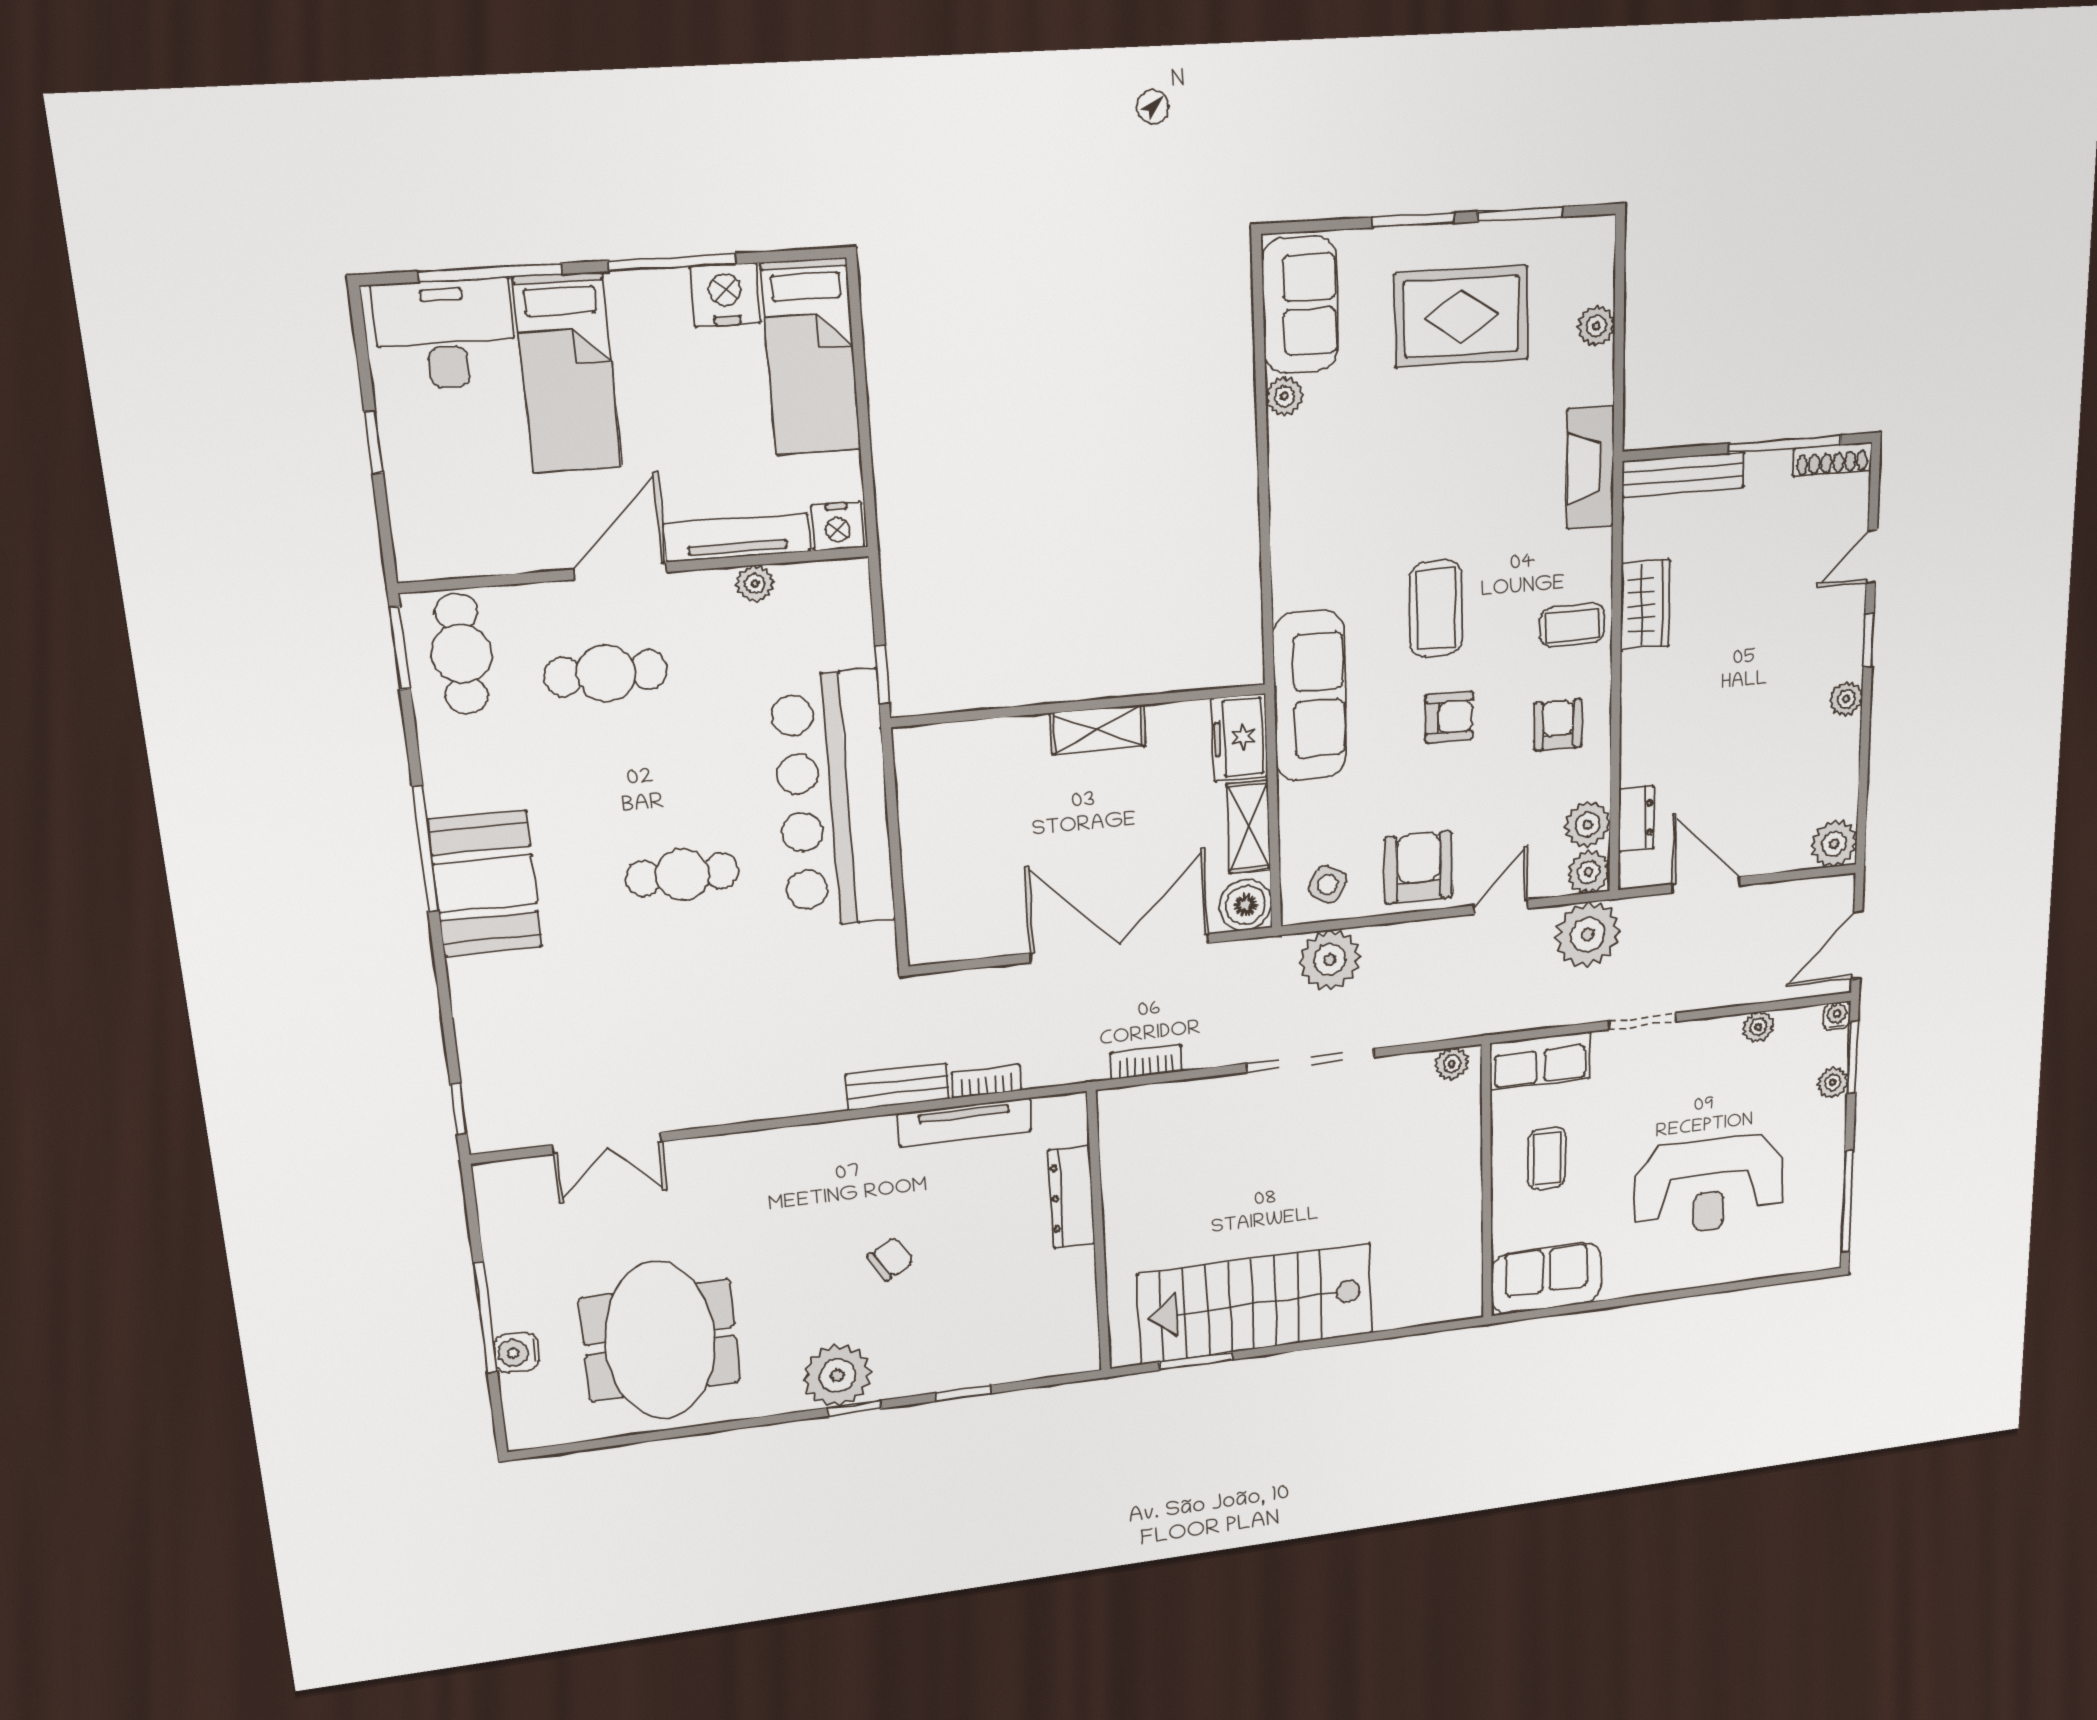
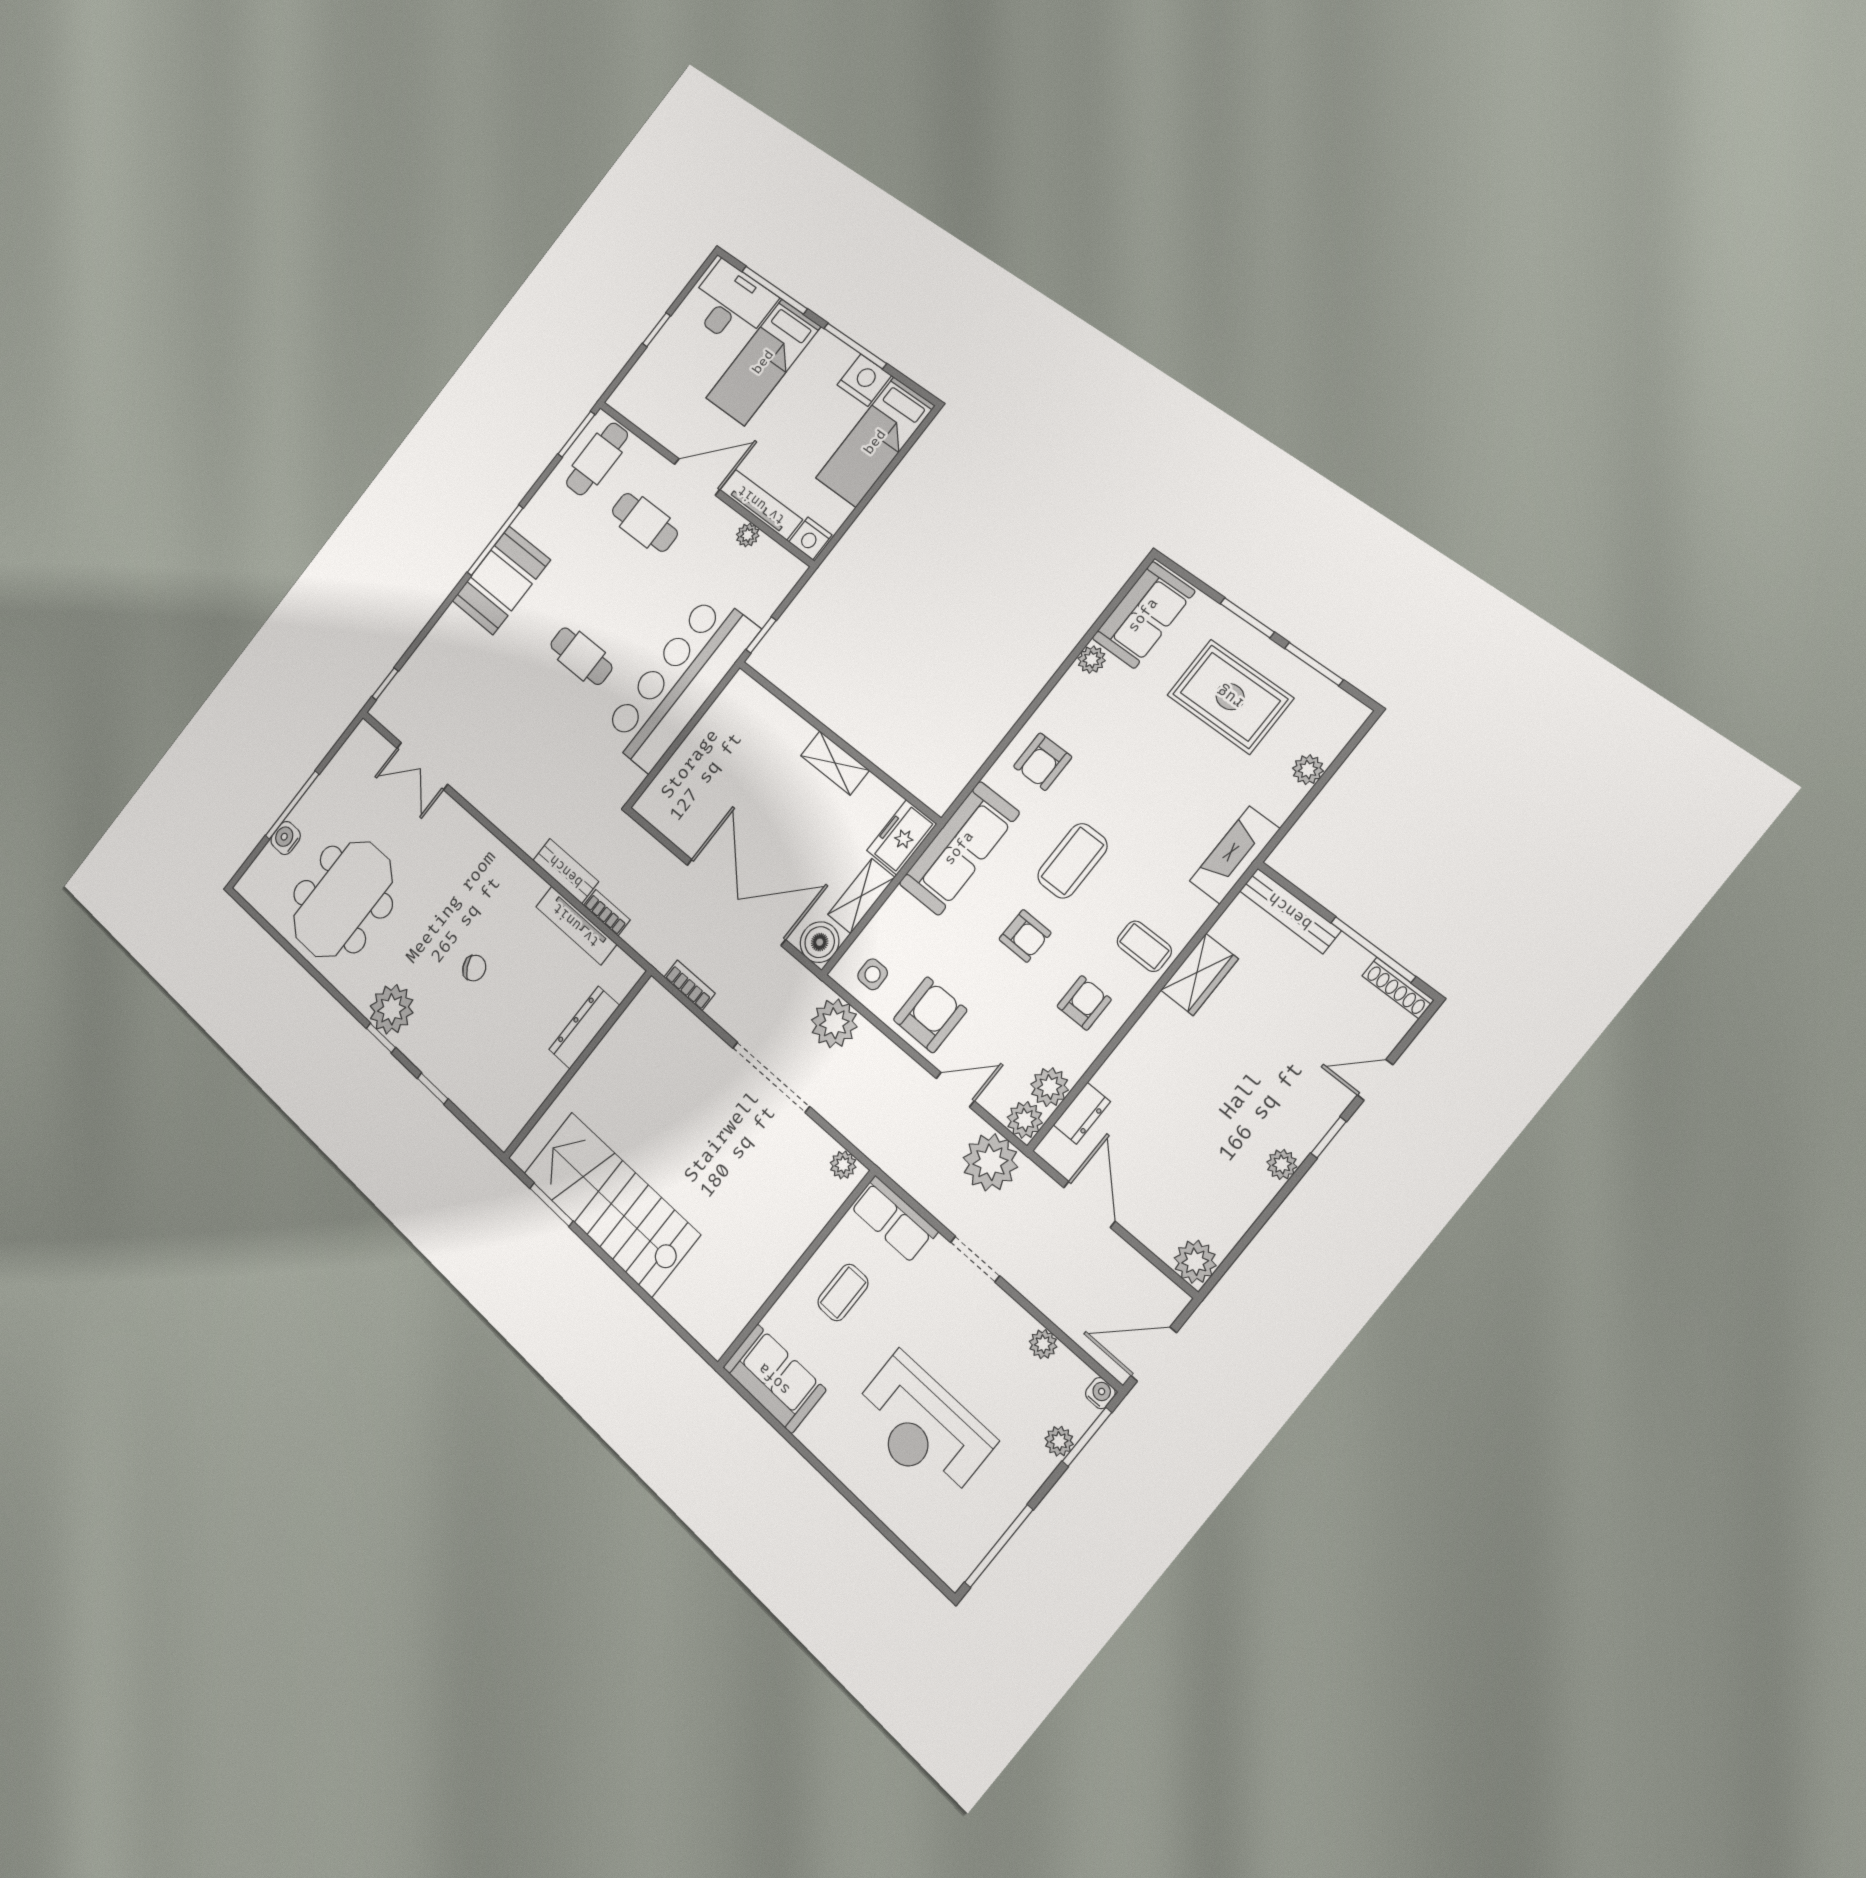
armchair: (1322, 541) -> (1043, 762), added
side table: (1328, 884) -> (873, 974), turned -30

